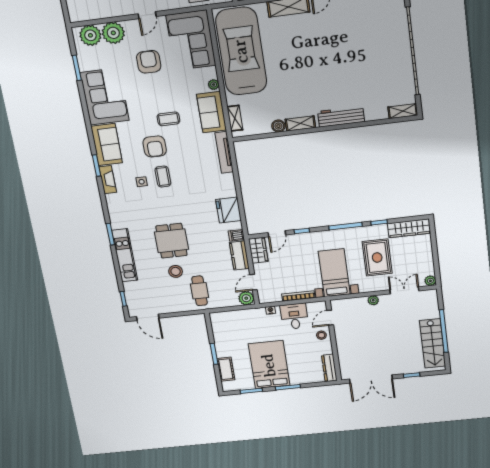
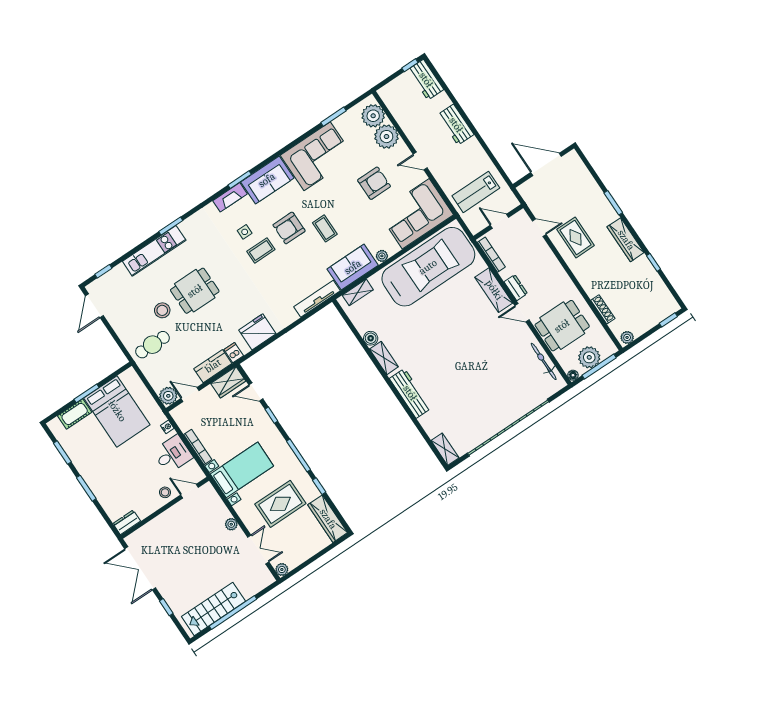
bed: (269, 365) -> (117, 411), moved, turned 90
dresser: (329, 368) -> (127, 522), width x0.70

